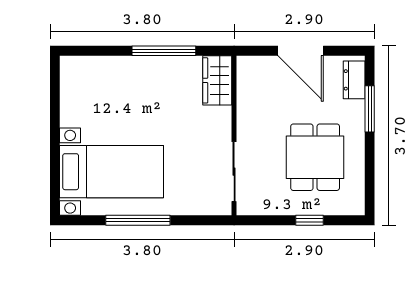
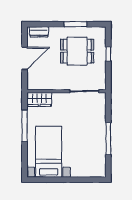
window: (370, 109) -> (75, 24), moved
bed with nightstands: (112, 172) -> (49, 152), moved

